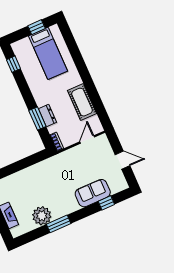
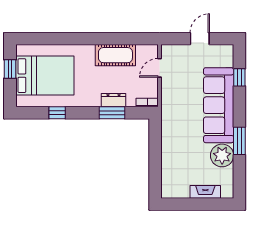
bed: (48, 53) -> (45, 76), width x1.50
window: (13, 64) -> (57, 113), moved
door: (87, 139) -> (159, 68), hinge flipped
sofa: (93, 193) -> (219, 105), width x1.85, depth x1.27

